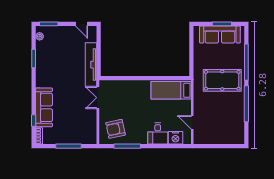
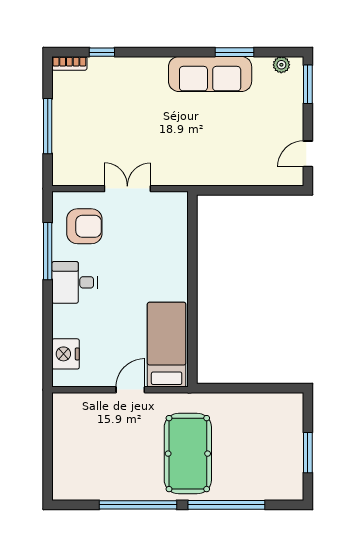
sofa: (220, 35) -> (285, 449), removed
tv unit: (91, 65) -> (221, 174), removed
double door: (98, 98) -> (127, 189), moved
sofa: (44, 107) -> (210, 74), moved
door: (192, 122) -> (130, 390), moved
armchair: (116, 129) -> (84, 226), turned 102
desk: (158, 133) -> (75, 282), moved

